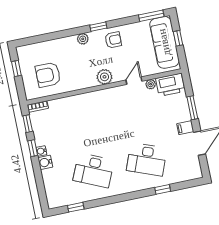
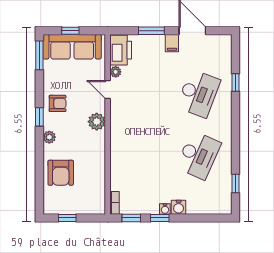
armchair: (113, 40) -> (58, 103), turned 90
armchair: (48, 75) -> (61, 173), moved

